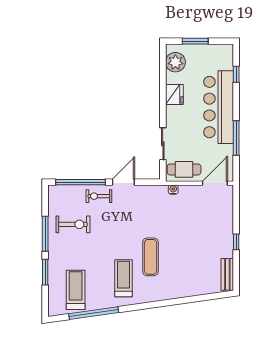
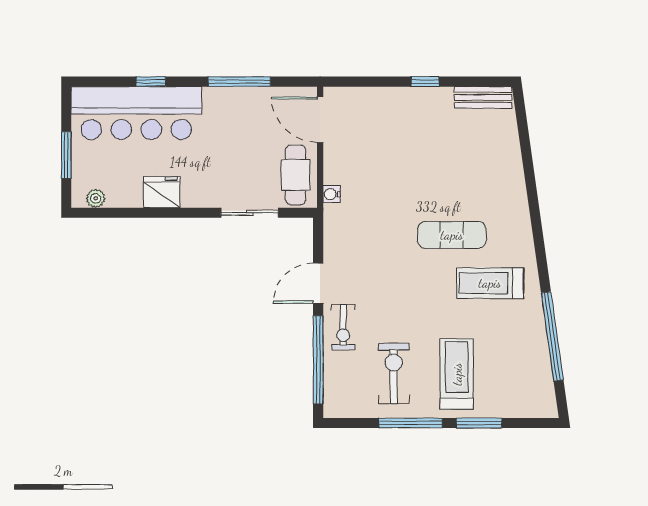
plant: (175, 62) -> (96, 198), width x0.53, depth x0.53
window: (236, 74) -> (151, 82), moved
bar counter: (219, 107) -> (136, 113), moved
door: (123, 182) -> (318, 283), hinge flipped
treadmill: (76, 290) -> (457, 374), moved, turned 90

